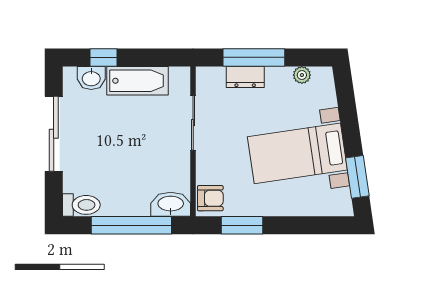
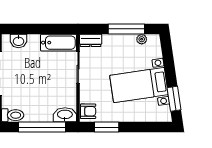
window: (103, 57) -> (26, 29), removed
window: (254, 57) -> (126, 29), moved
dresser: (245, 77) -> (91, 40), moved
bathtub: (137, 81) -> (59, 43), moved

